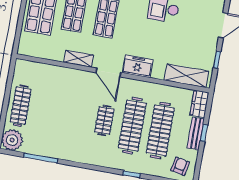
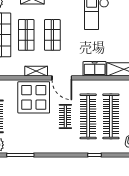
freezer: (138, 66) -> (95, 69), moved
display table: (70, 90) -> (34, 97), added

